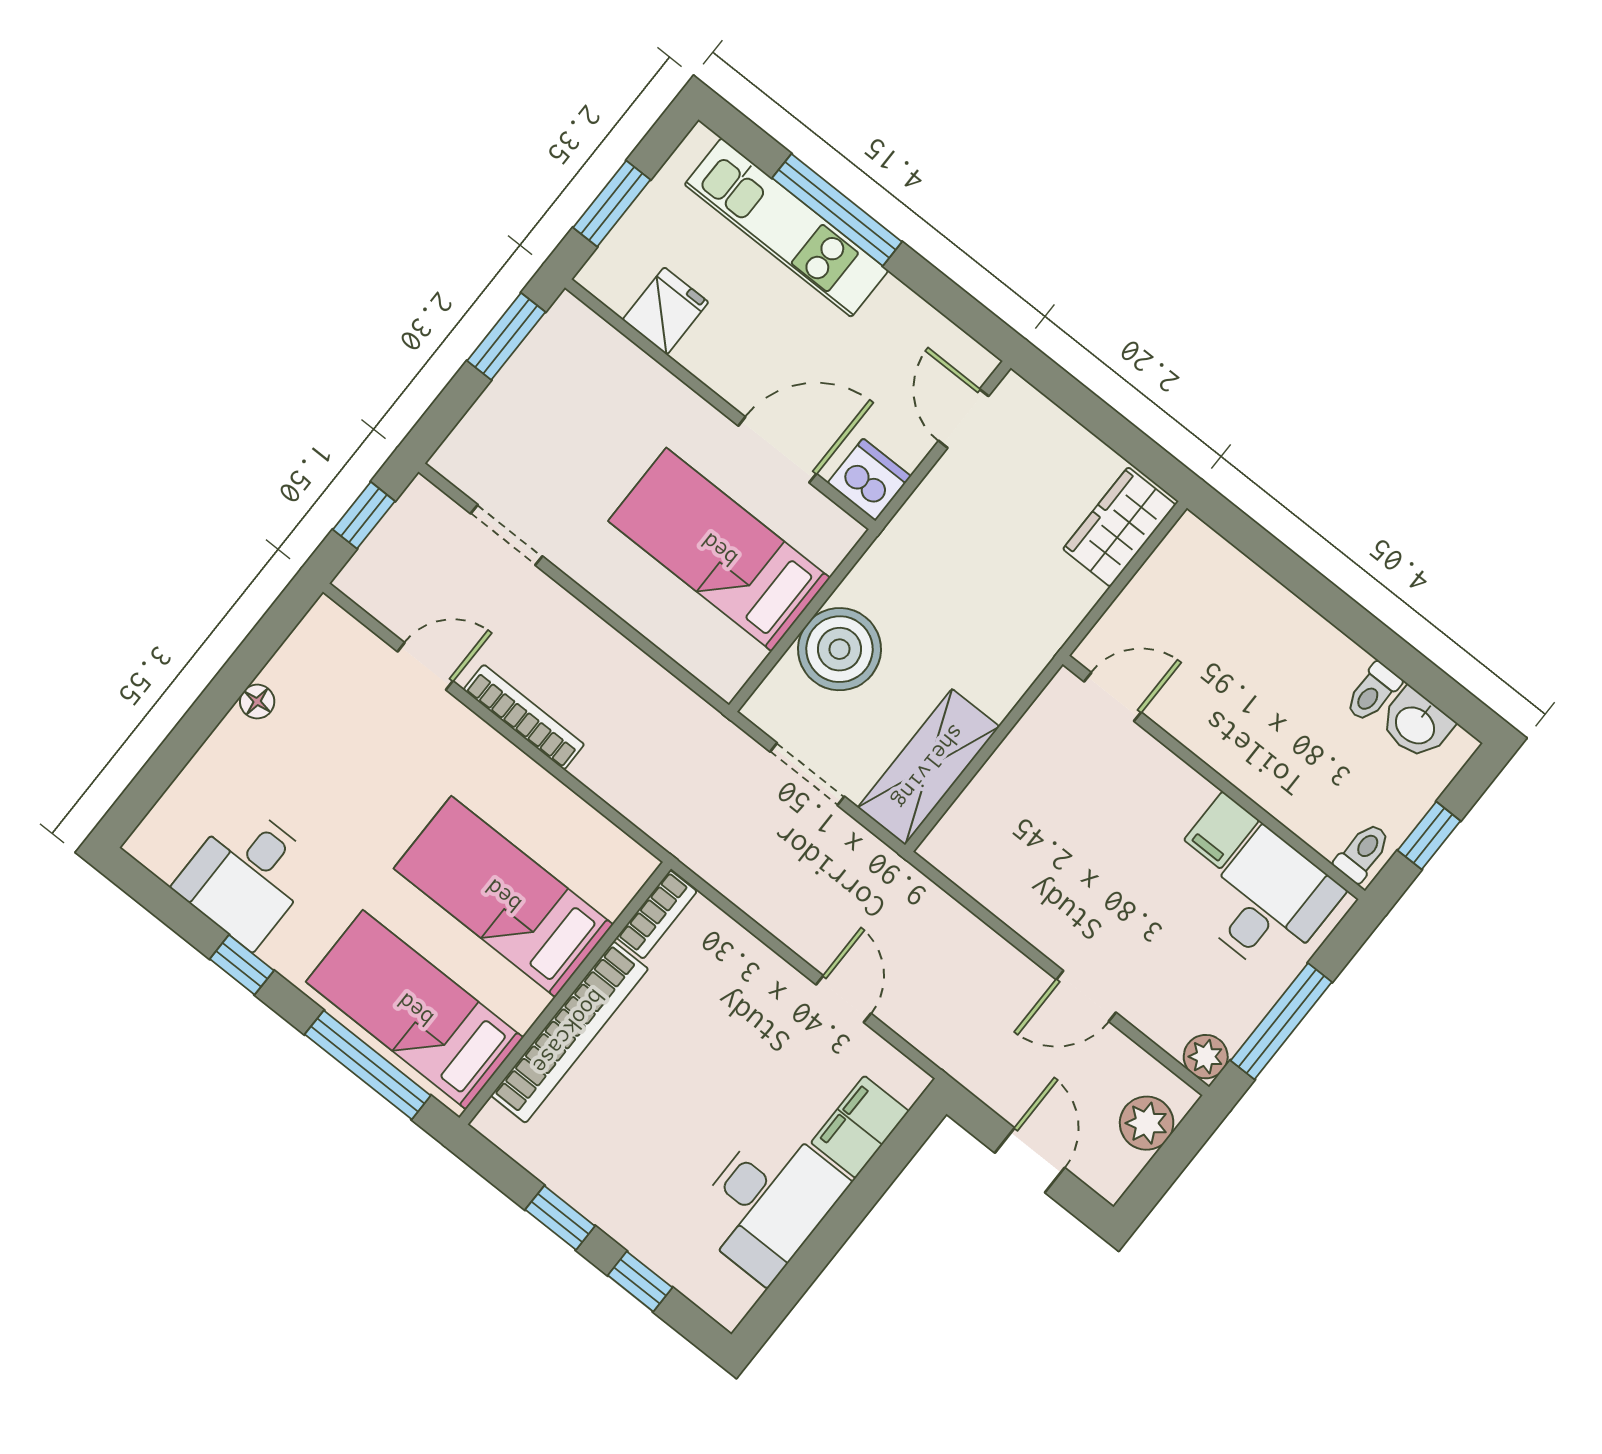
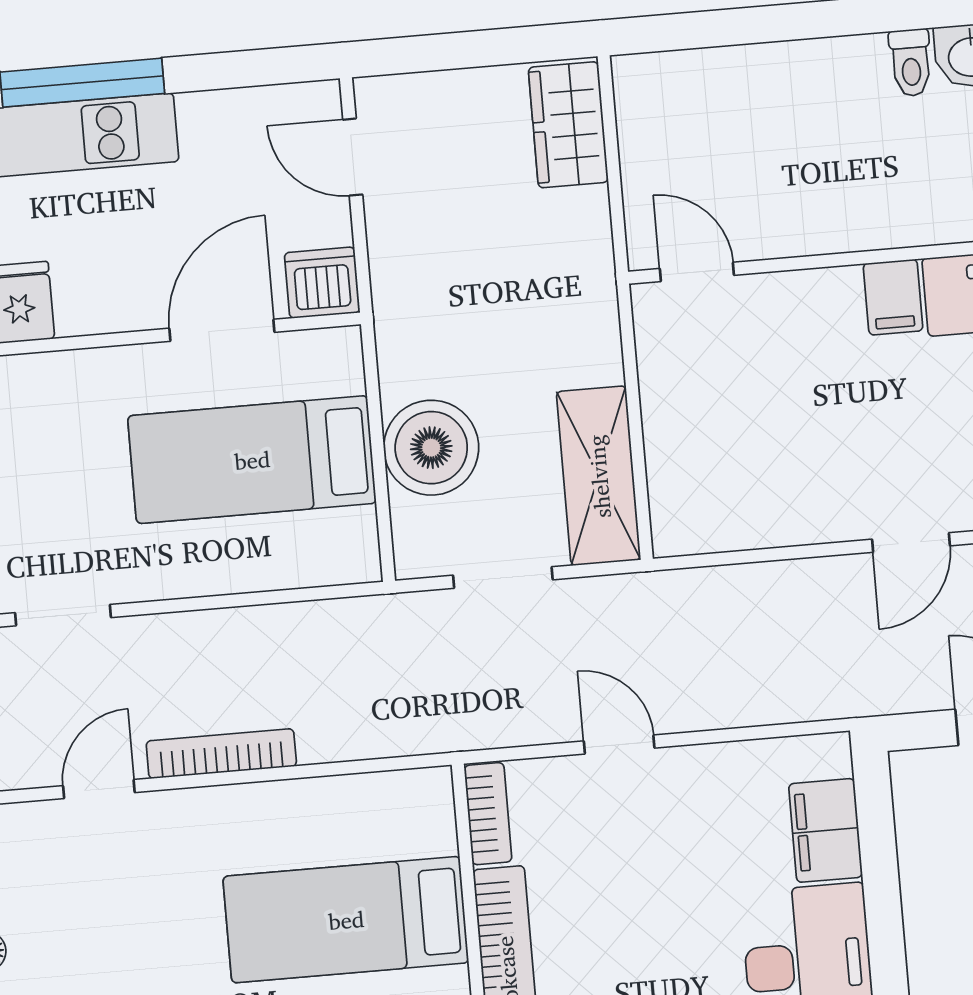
door: (1113, 697) -> (697, 272), hinge flipped
door: (843, 999) -> (619, 744), moved

